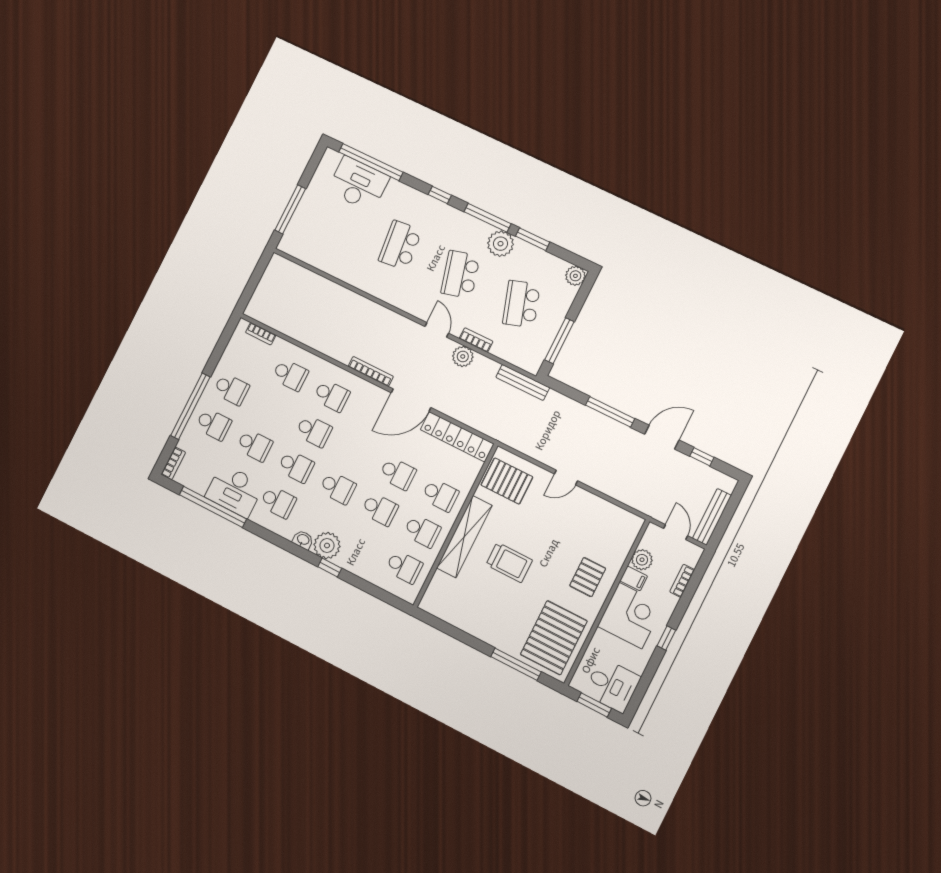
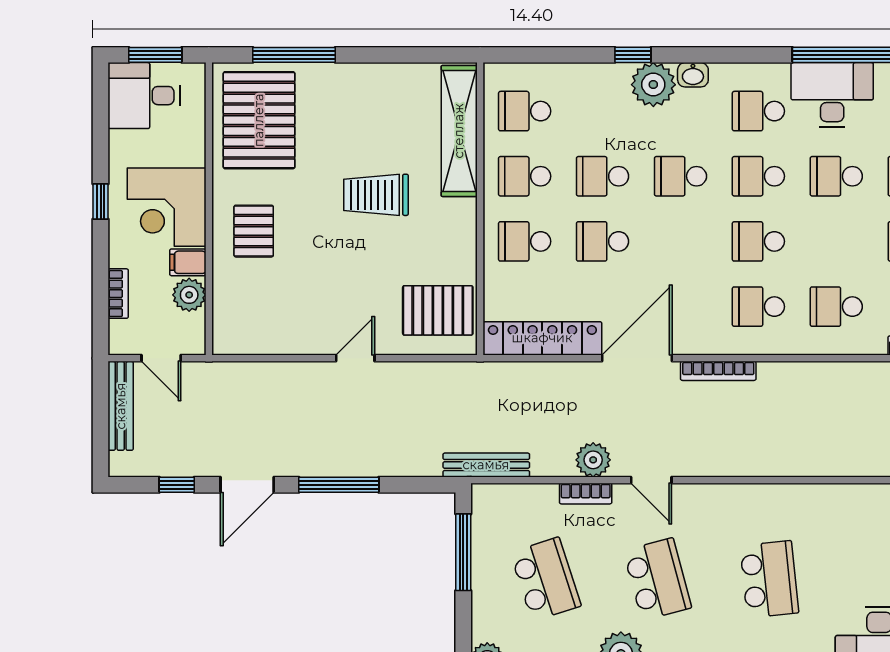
shelving: (464, 537) -> (459, 131), moved

